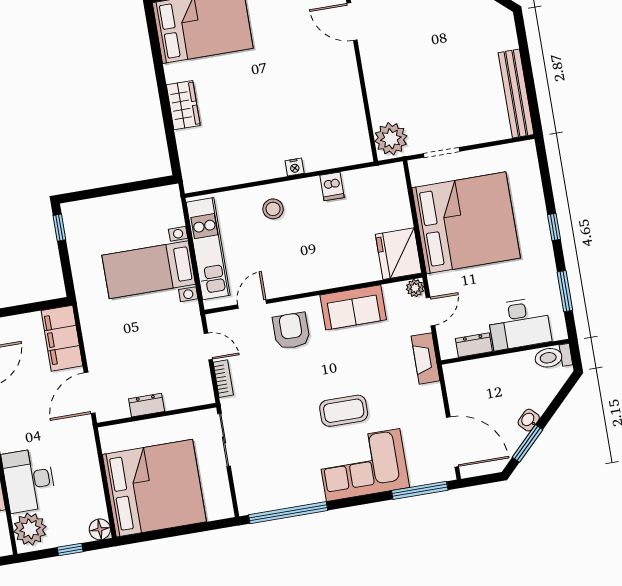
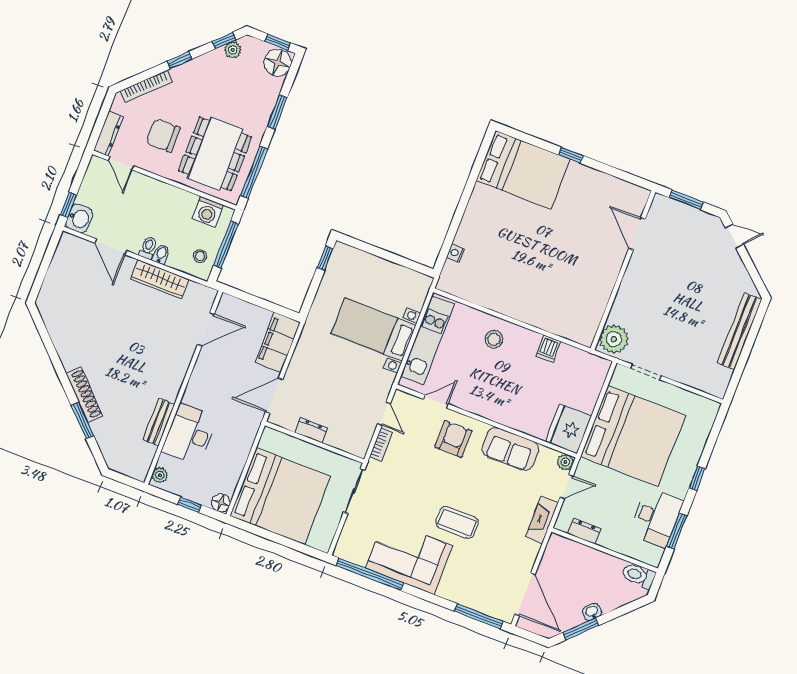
bench: (516, 94) -> (739, 331), moved
wardrobe: (183, 105) -> (473, 221), removed
nightstand: (295, 167) -> (455, 253), moved, turned 90
desk: (519, 324) -> (656, 517), moved, turned -90
corner sofa: (363, 465) -> (409, 557), moved
plant: (30, 529) -> (160, 475), width x0.53, depth x0.53

